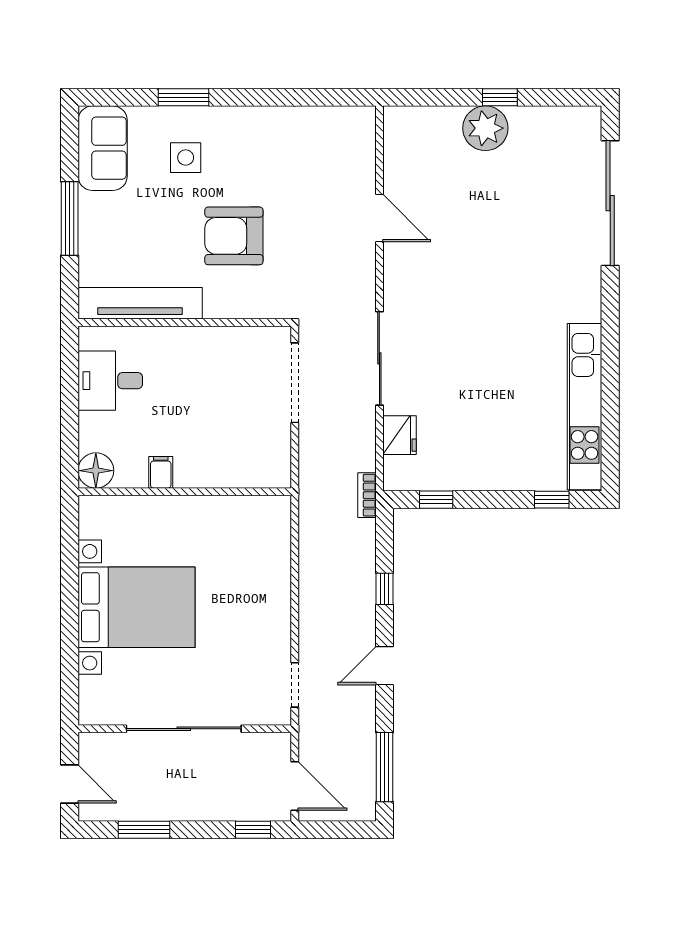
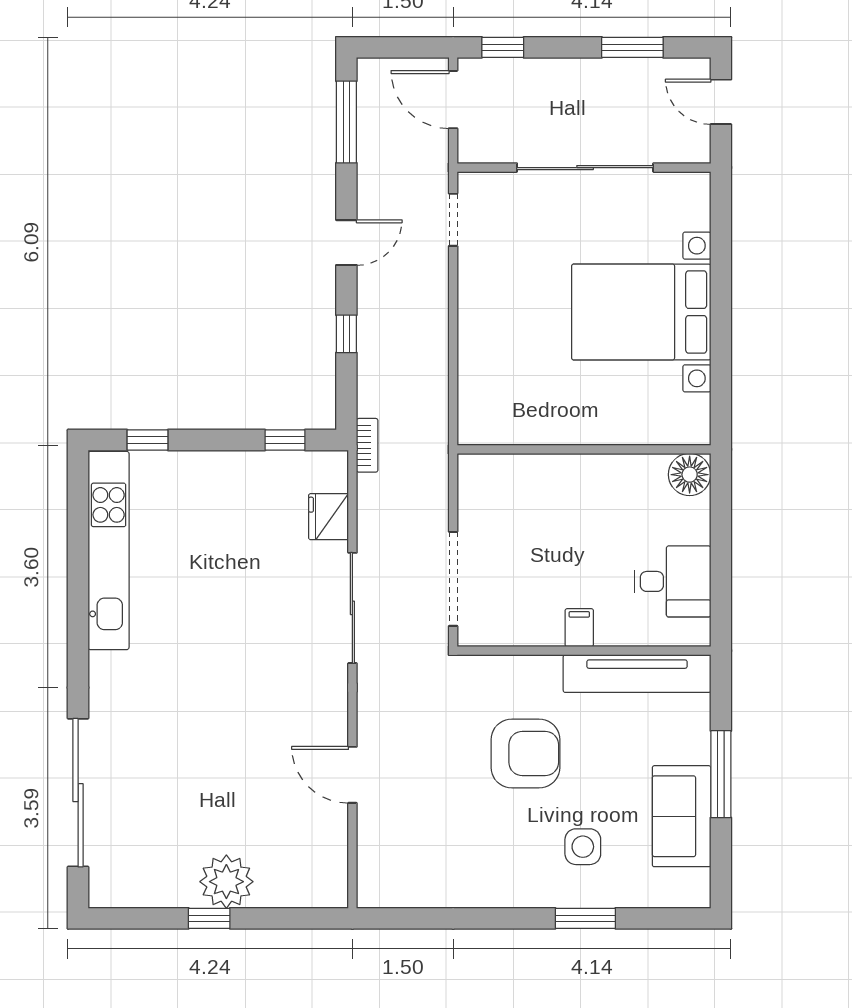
sofa: (103, 148) -> (682, 816), moved
filing cabinet: (161, 472) -> (579, 628), moved, turned 180

